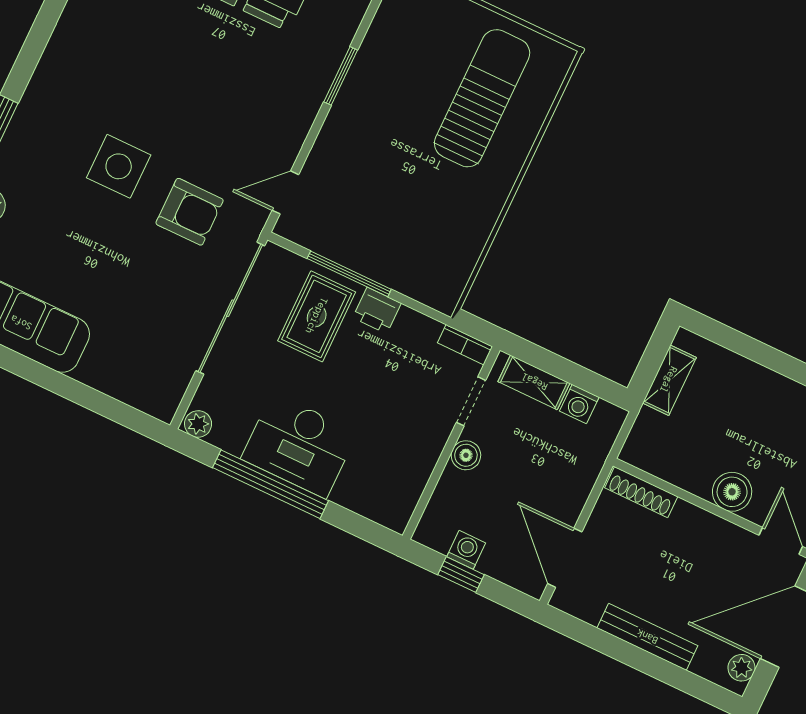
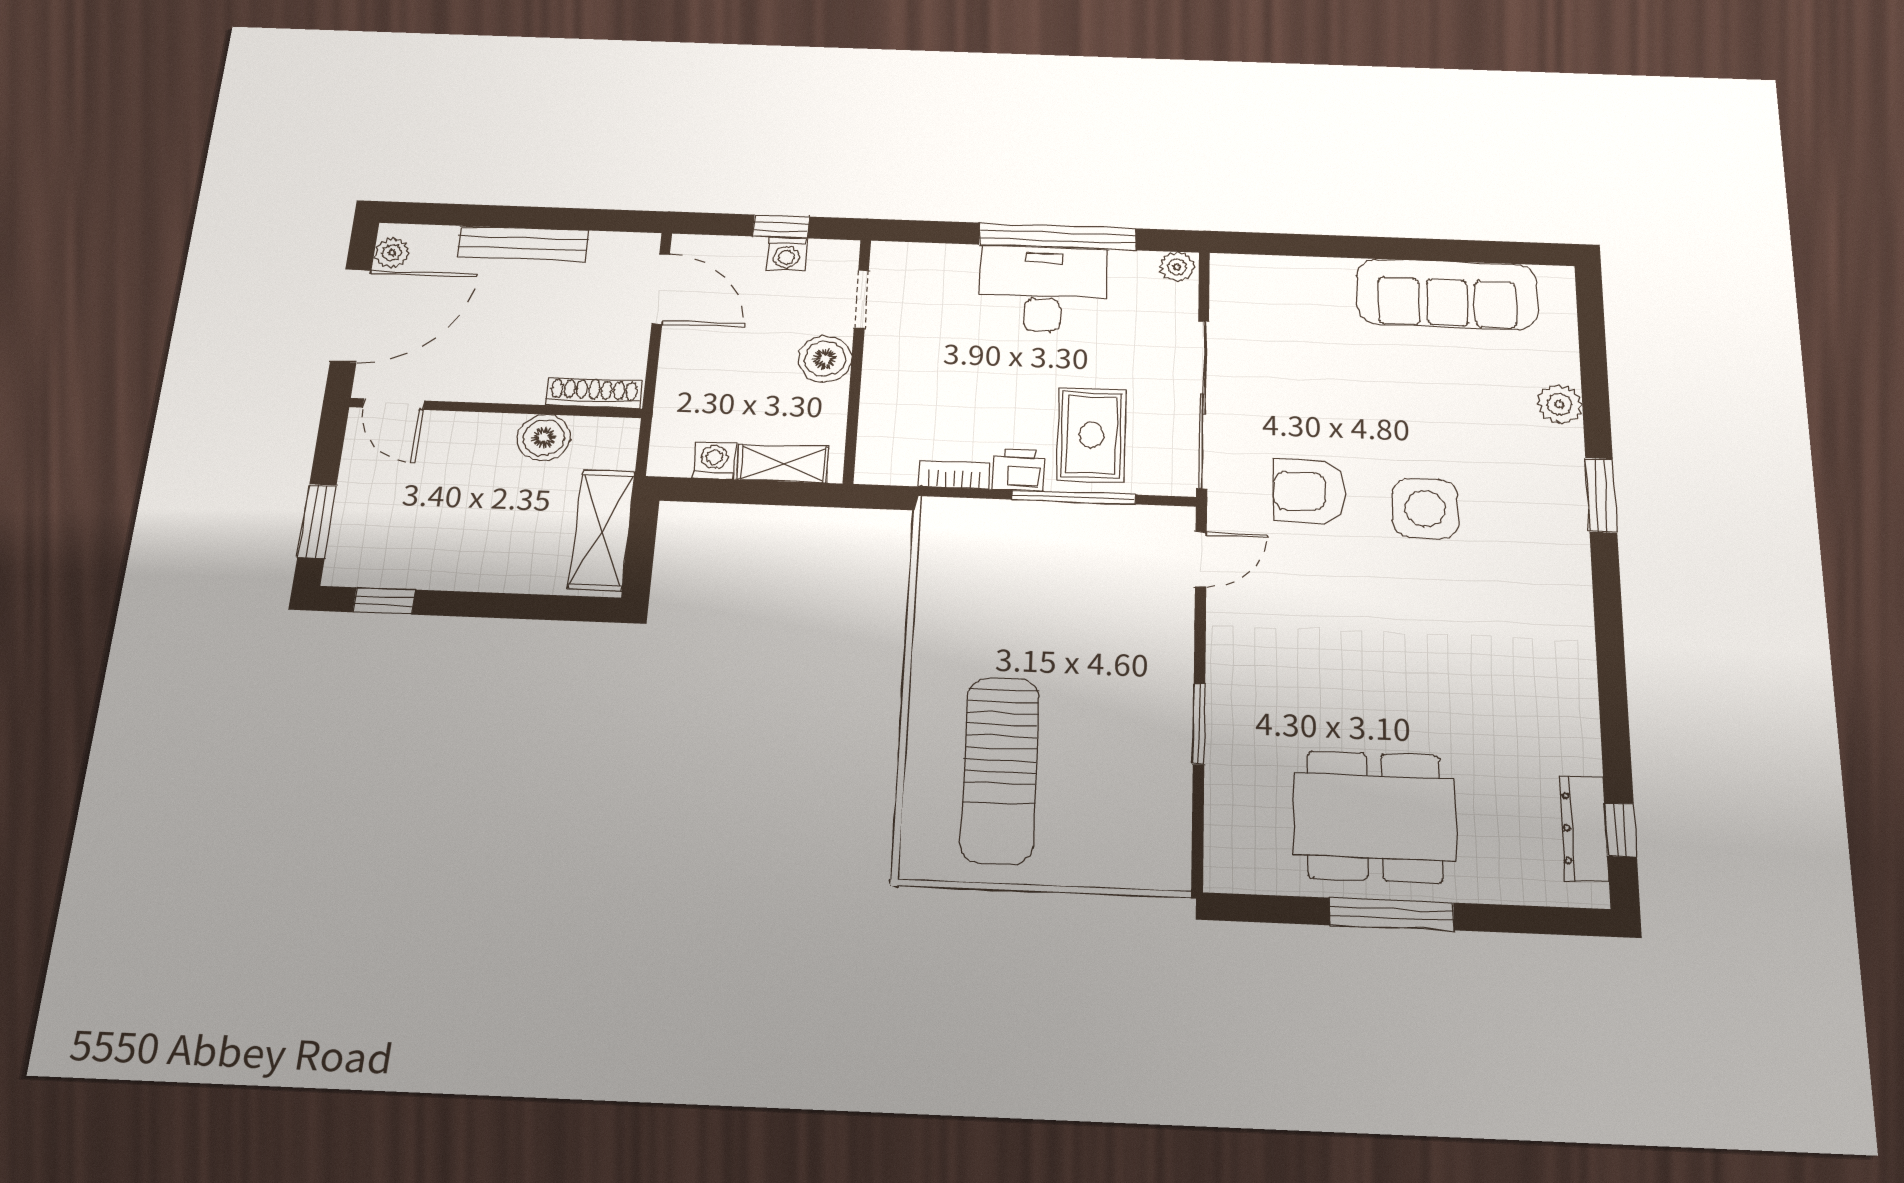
bookcase: (465, 345) -> (954, 475), moved
shelving: (669, 380) -> (602, 530), width x1.50, depth x1.33
doorway: (471, 401) -> (861, 299), moved
boiler: (466, 455) -> (825, 359), width x1.36, depth x1.36
boiler: (732, 492) -> (544, 438), moved

